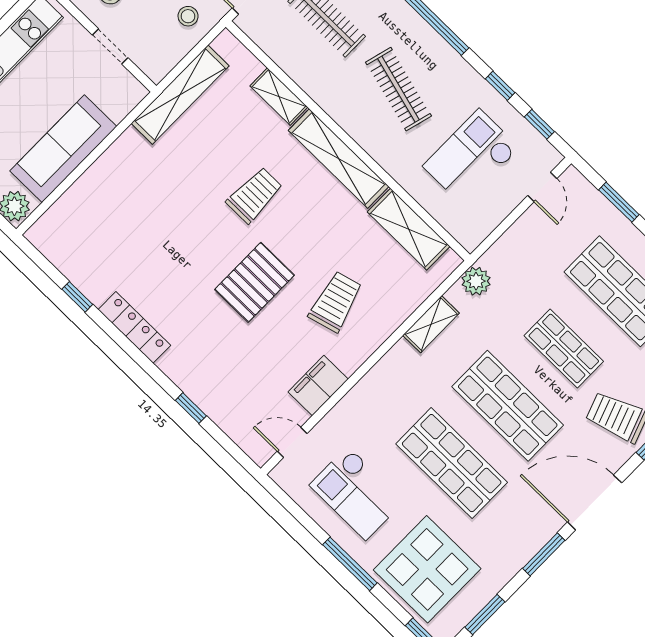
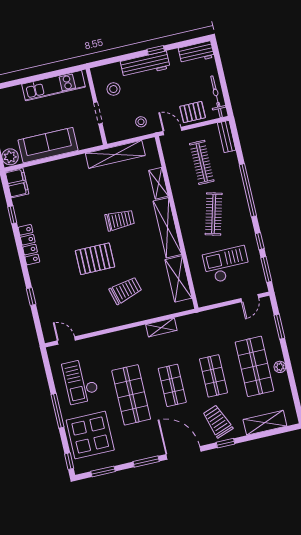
window: (539, 124) -> (266, 269), width x1.50
plant: (476, 281) -> (194, 321), removed
filing cabinet: (318, 386) -> (17, 183), moved, turned 90
shop shelf: (508, 406) -> (172, 385), width x0.70, depth x0.74

